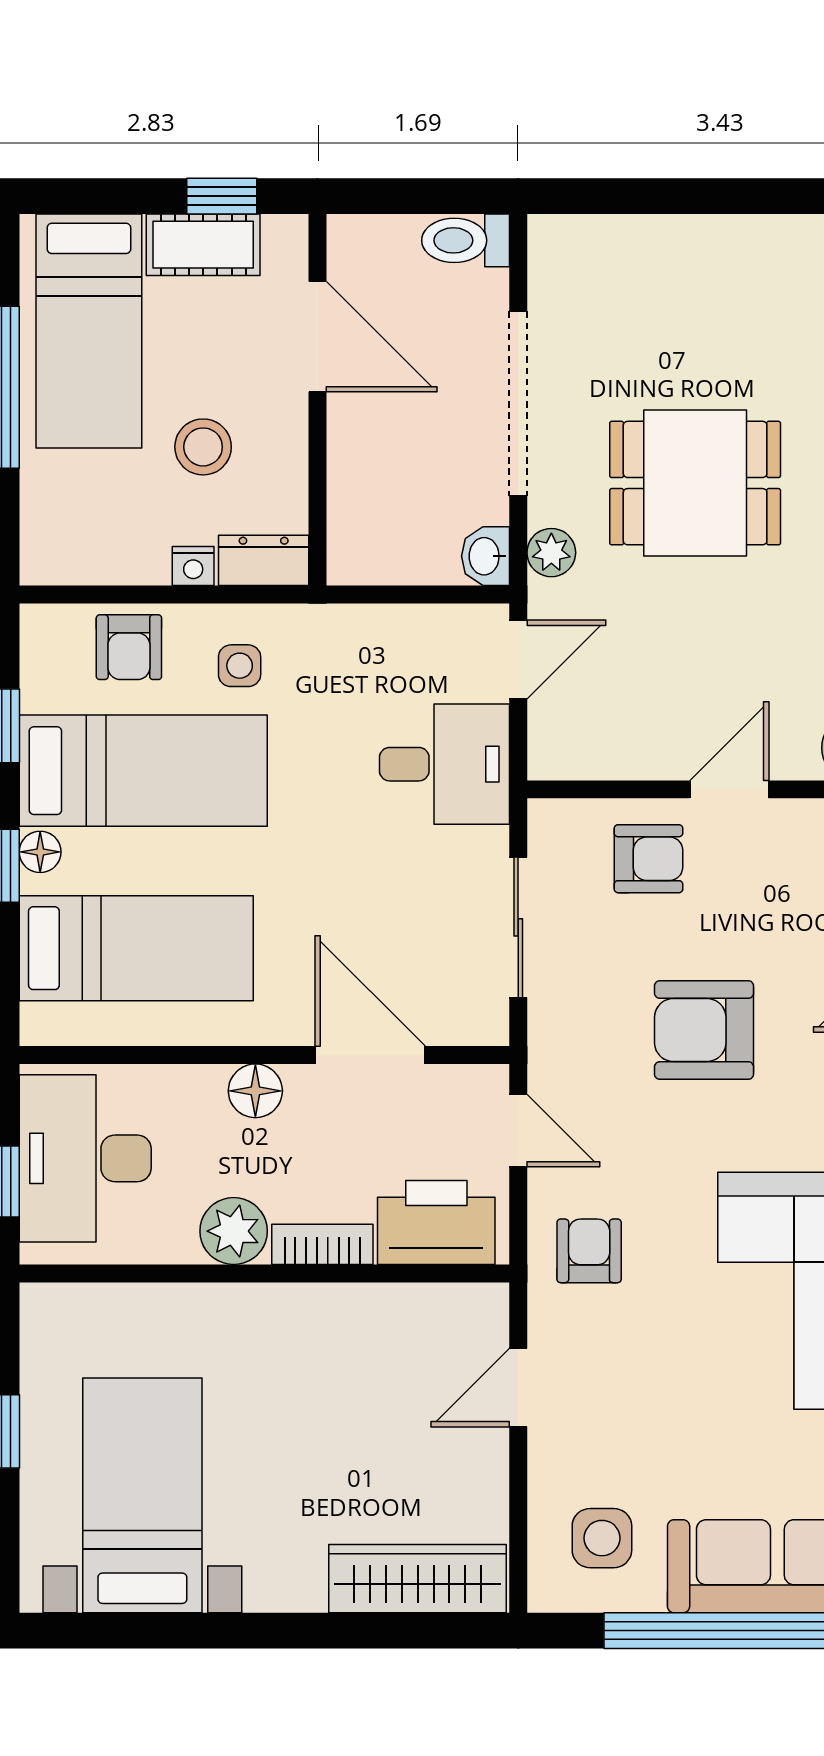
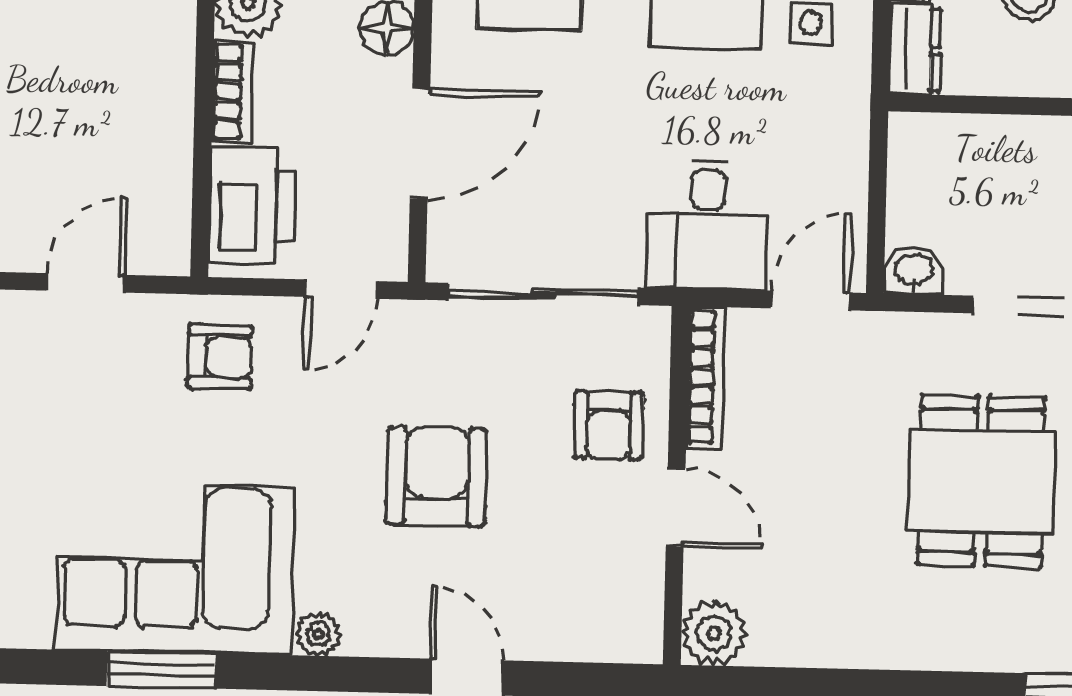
plant: (551, 553) -> (916, 336), removed
door: (518, 659) -> (810, 301), swing flipped
bookcase: (598, 762) -> (706, 377), added
sliding door: (518, 927) -> (543, 294), width x1.37
door: (518, 1388) -> (85, 283), hinge flipped

